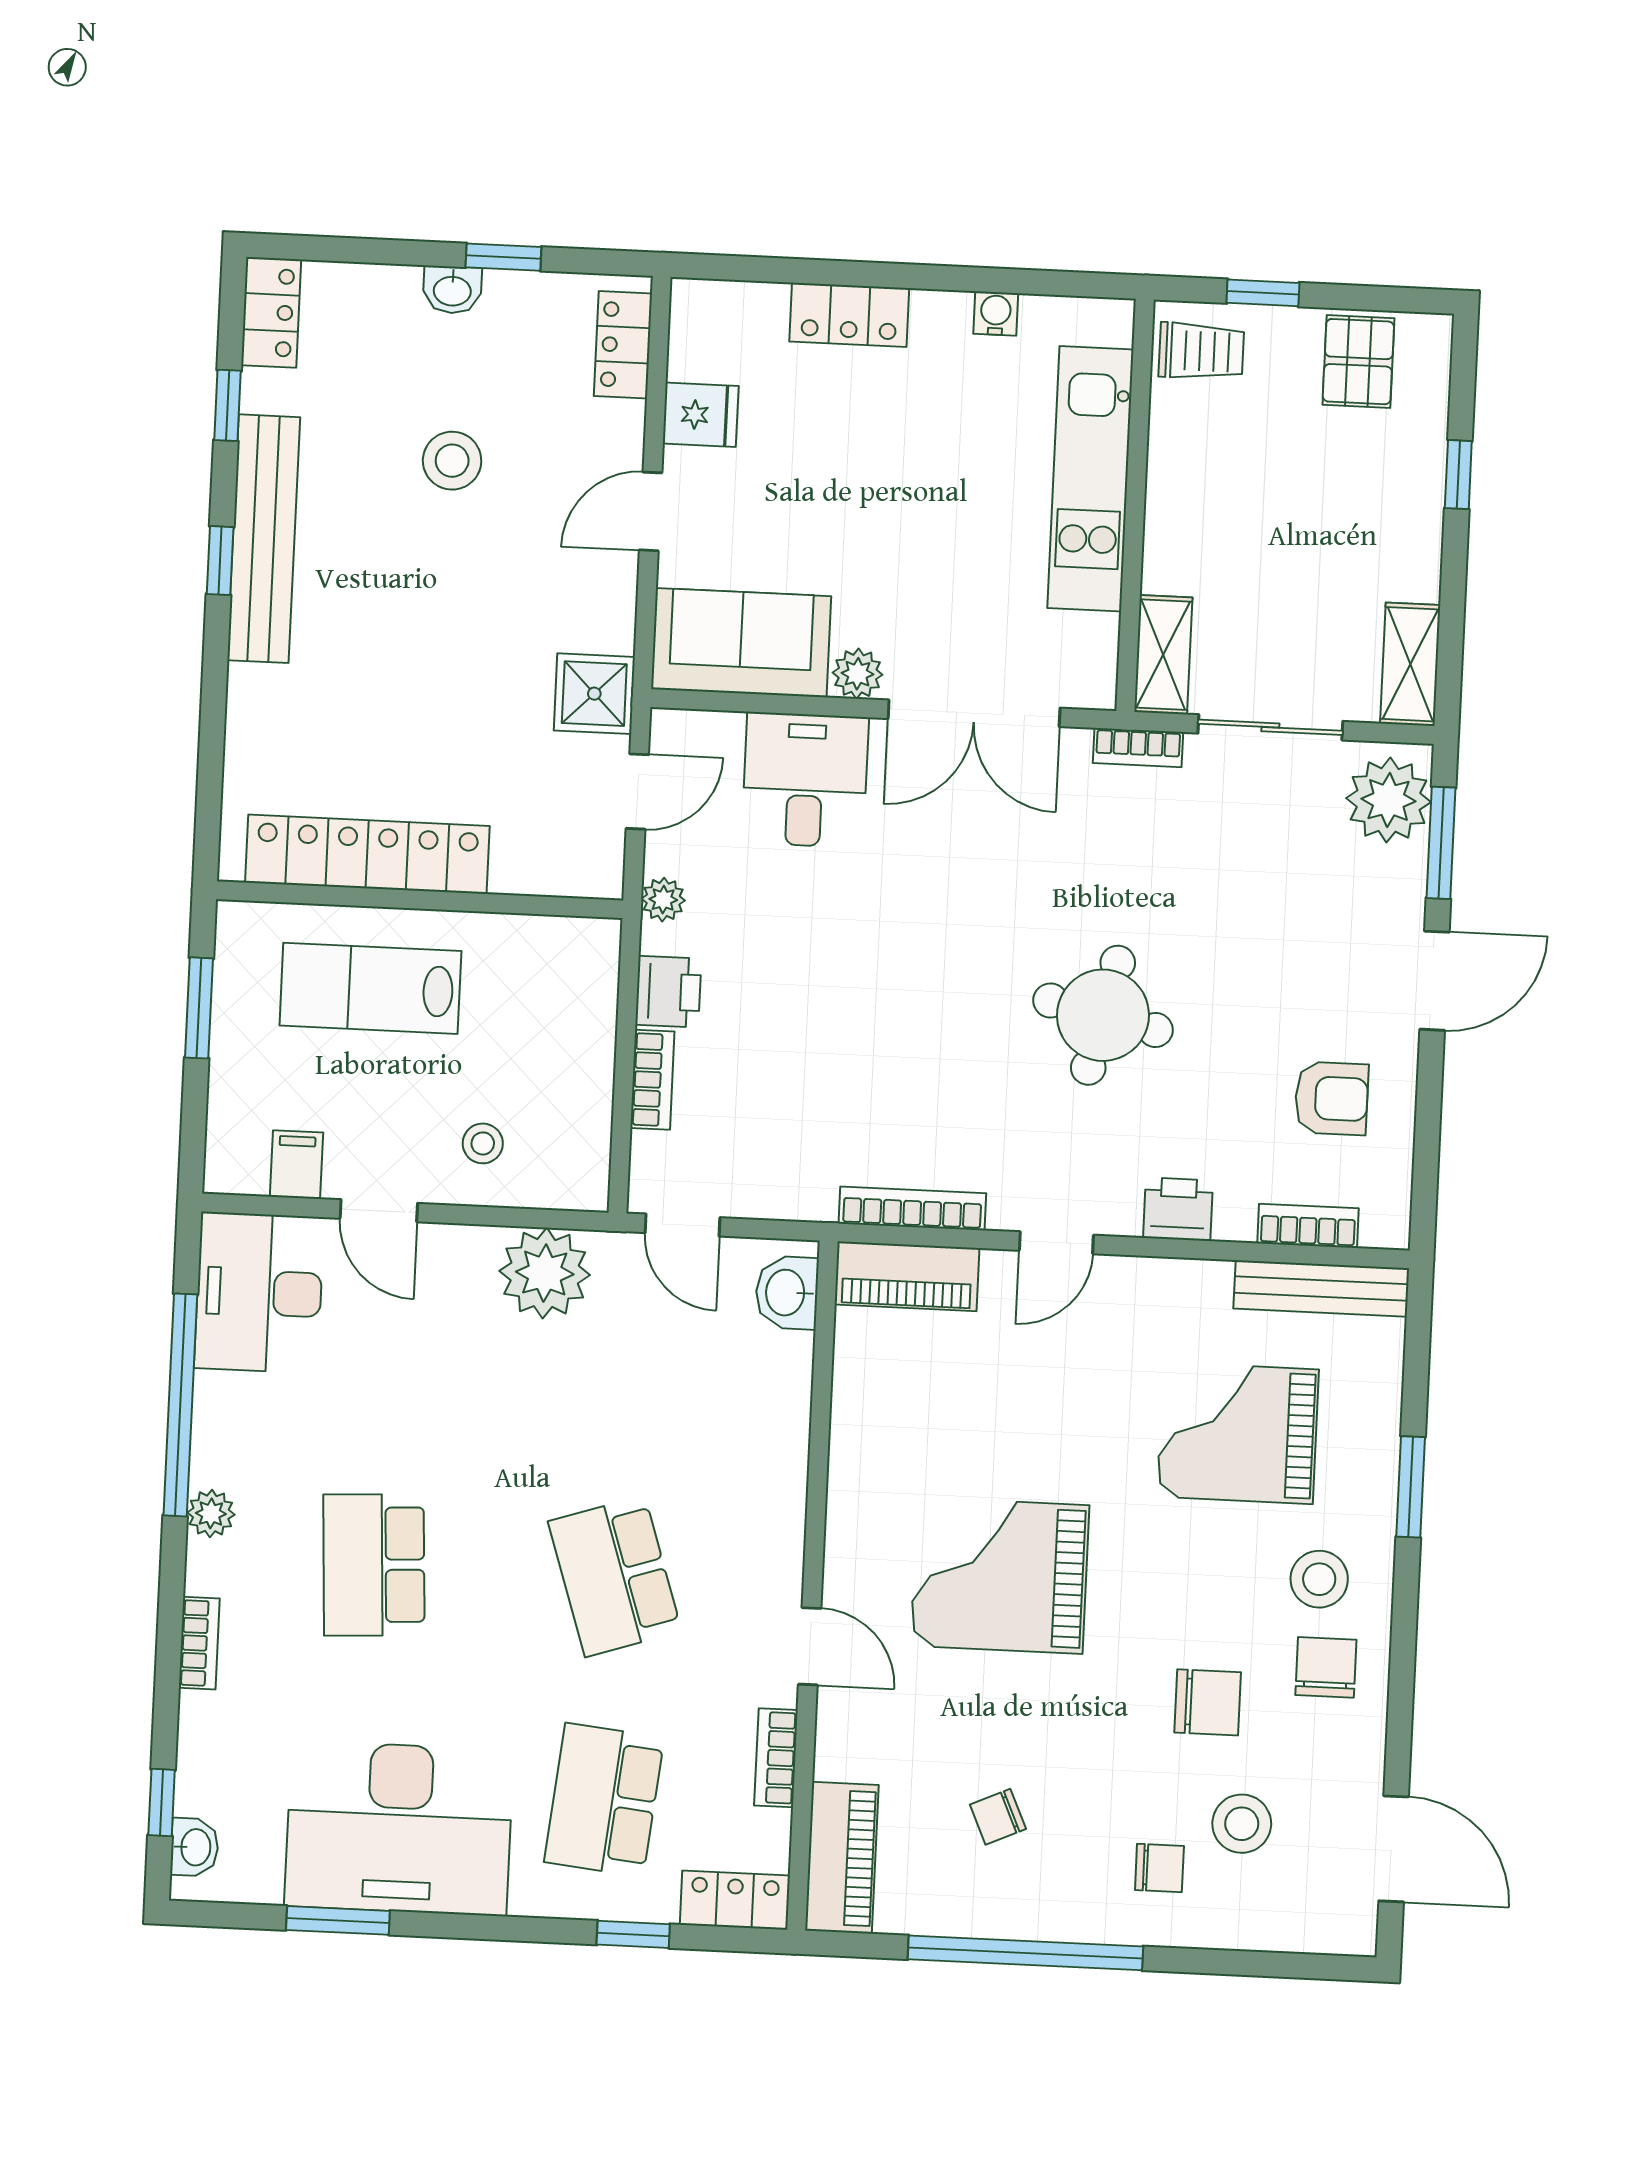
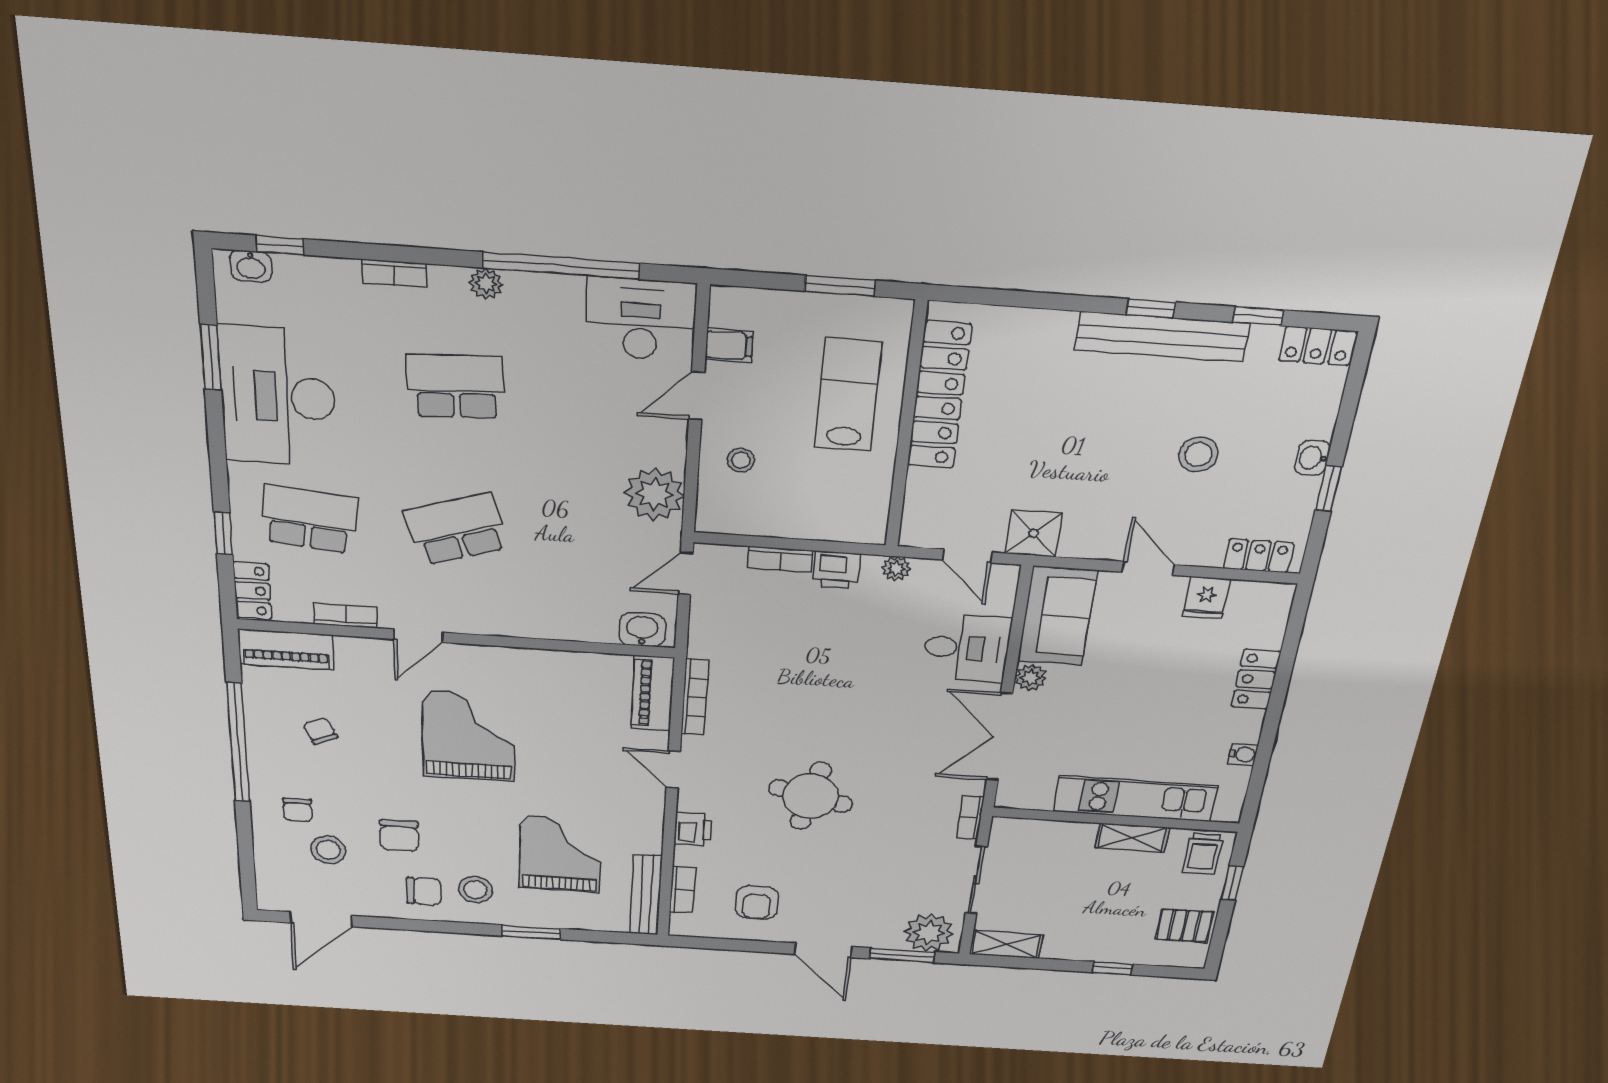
shelving: (1163, 655) -> (1132, 838), moved

